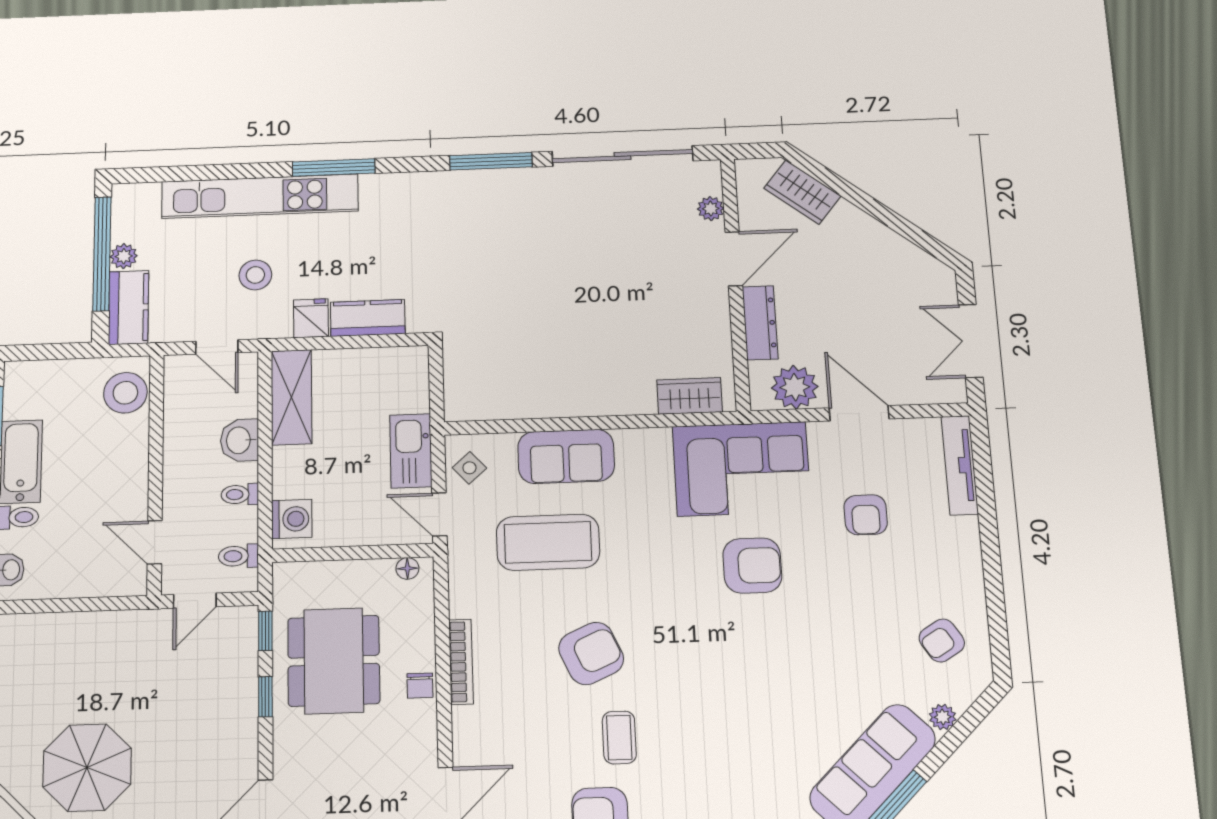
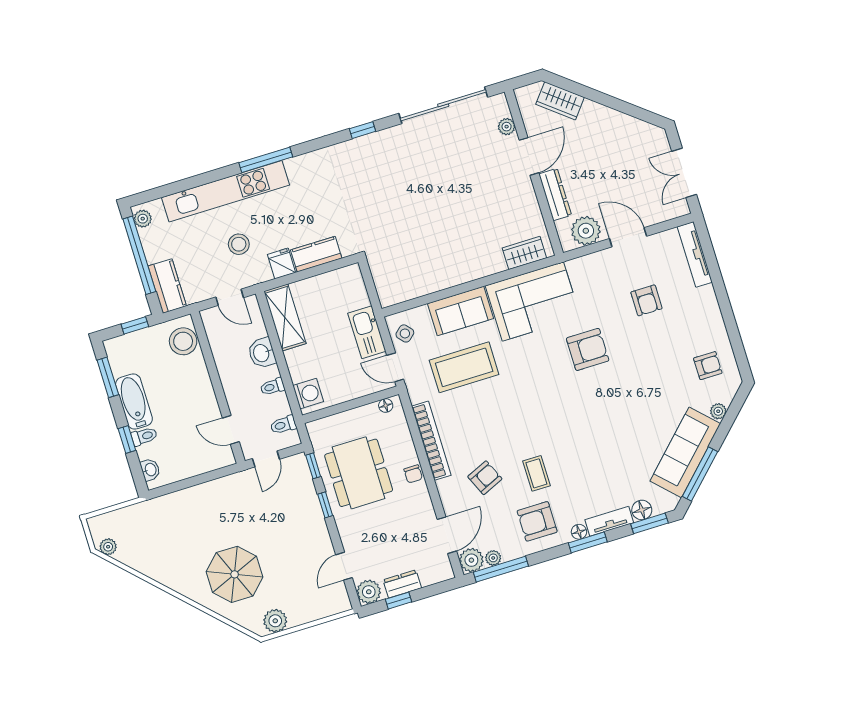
window: (491, 161) -> (362, 130), width x0.46
plant: (124, 256) -> (143, 219), moved
window: (61, 351) -> (135, 325), added
corner sofa: (742, 469) -> (533, 301), moved
armchair: (942, 640) -> (708, 366), turned -148
armchair: (591, 653) -> (485, 478), moved, width x0.72, depth x0.72
bookcase: (461, 662) -> (431, 441), width x1.48, depth x1.31

